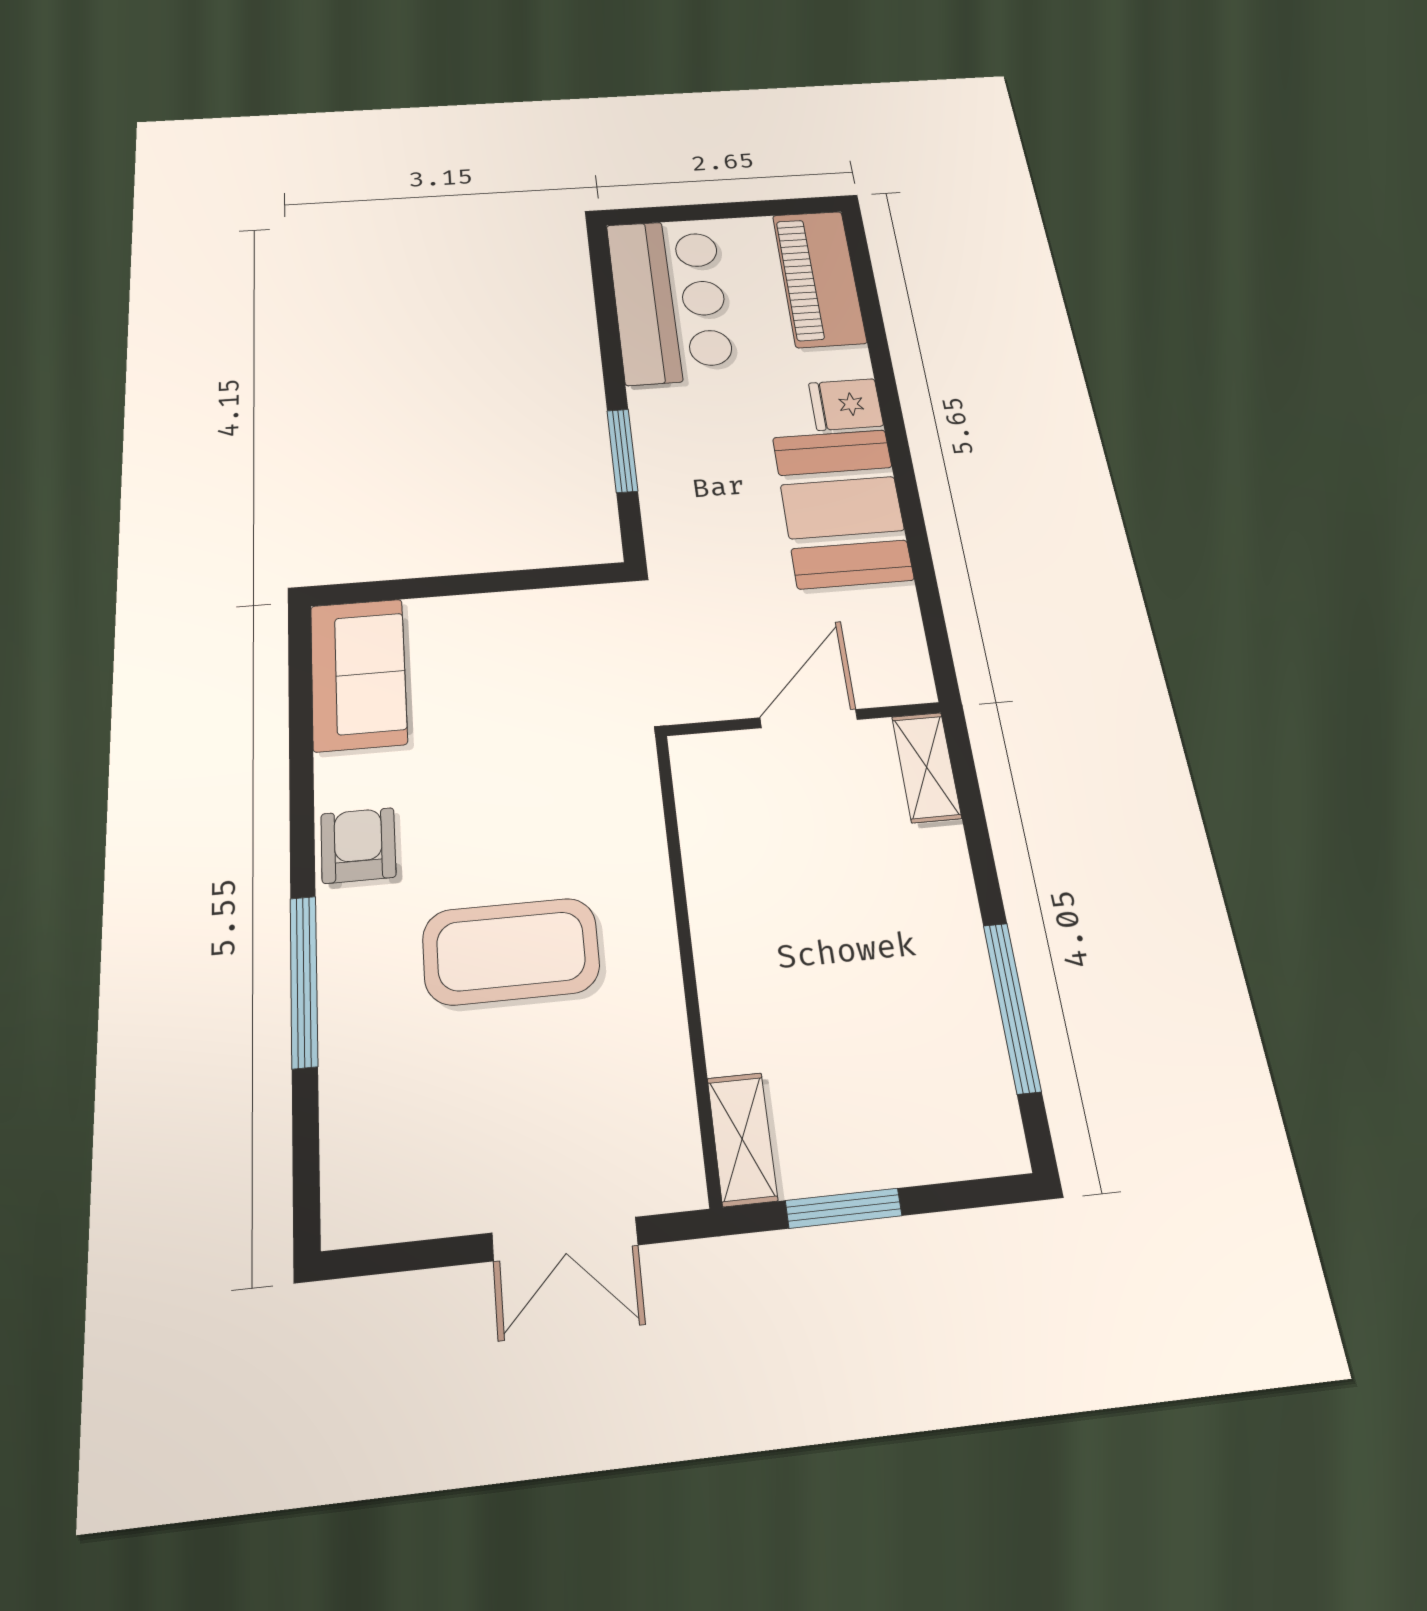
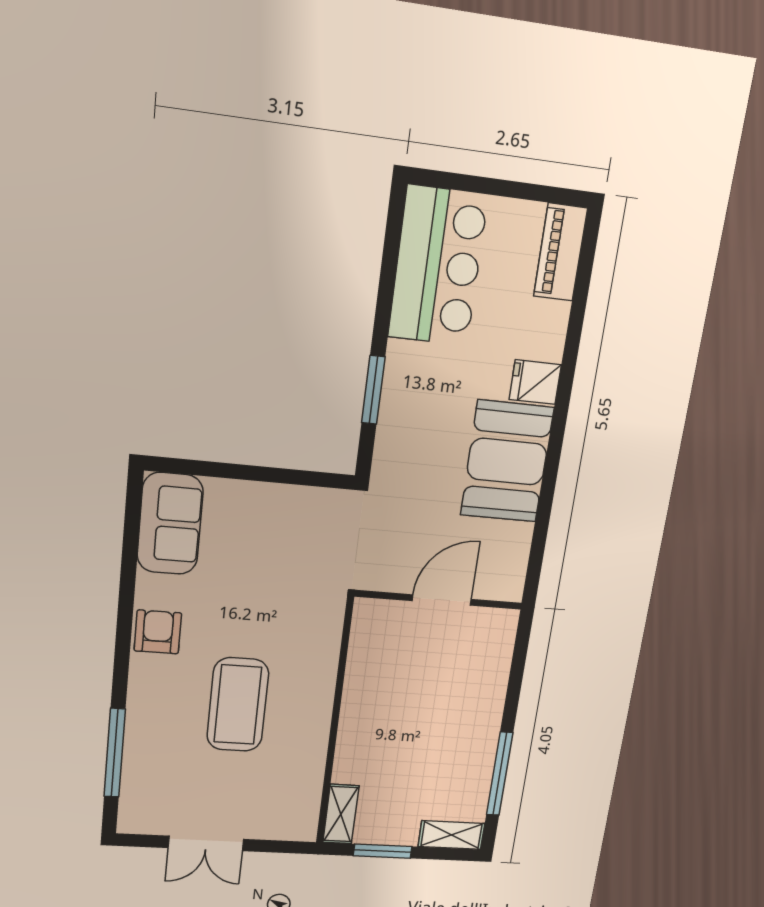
piano: (819, 278) -> (560, 252), width x0.73, depth x0.75
shelving: (926, 767) -> (451, 835), moved, turned 90
coffee table: (511, 951) -> (238, 705), turned 90
window: (304, 981) -> (115, 753), moved
double door: (565, 1239) -> (206, 843), moved

